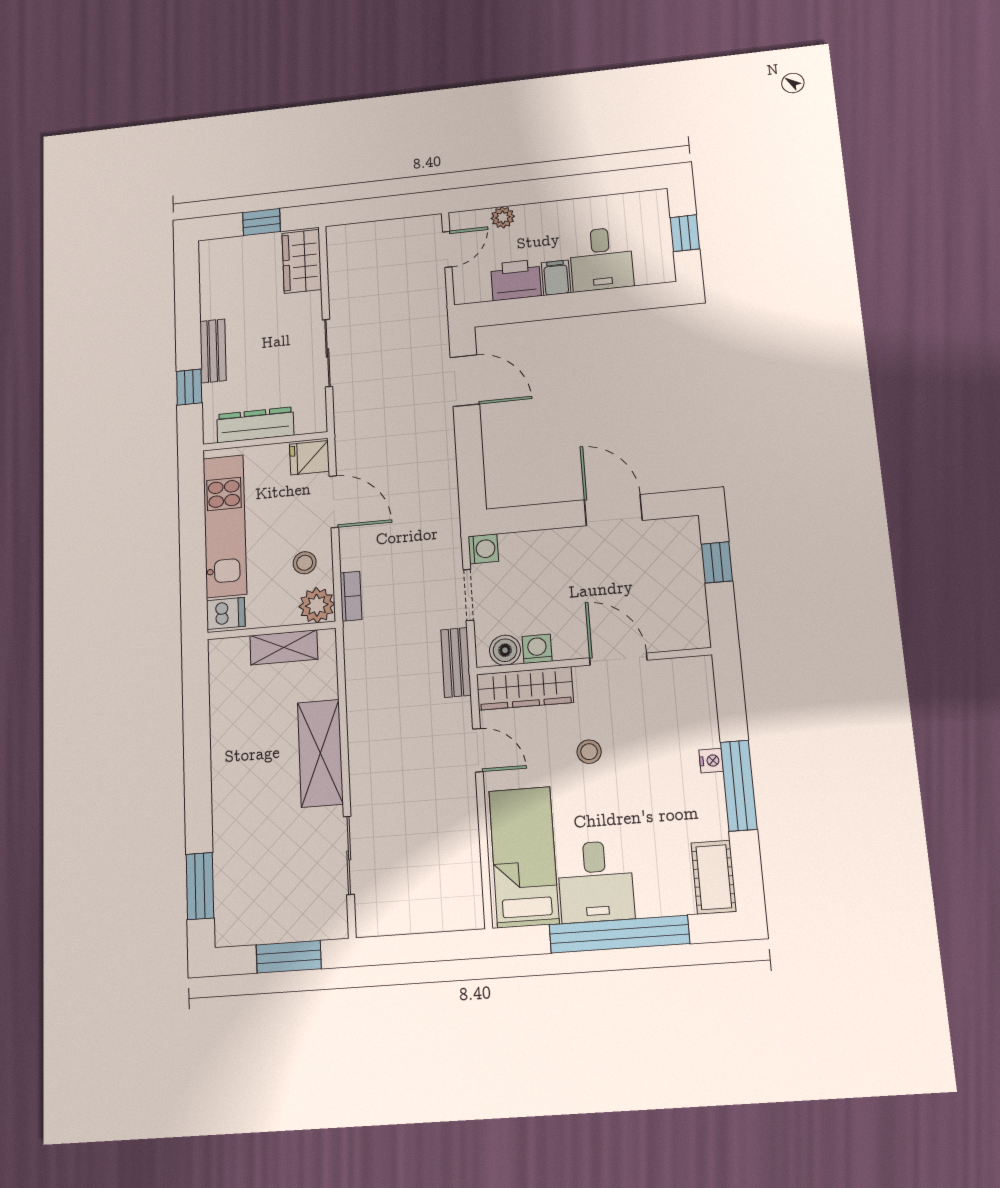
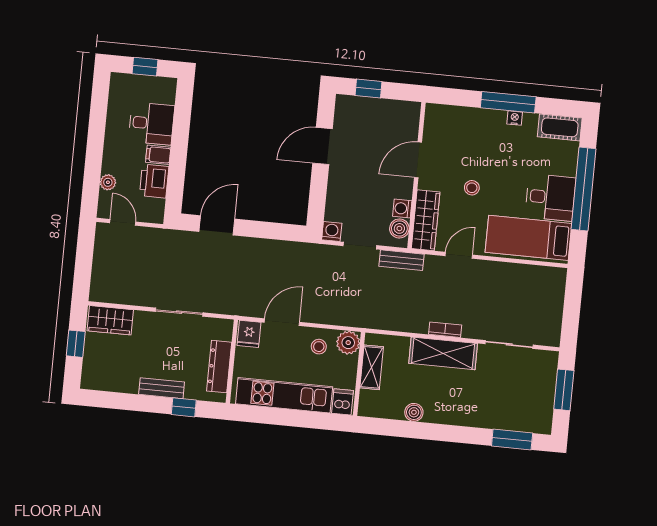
bookcase: (351, 596) -> (445, 330), moved
boiler: (223, 724) -> (414, 412), added
nightstand: (711, 761) -> (515, 118), moved

